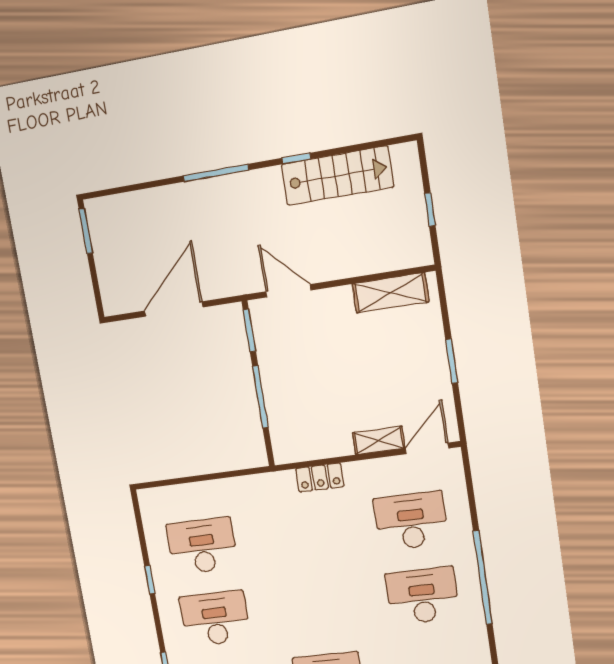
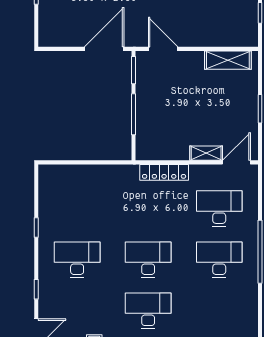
door: (174, 309) -> (104, 49), moved
locker: (320, 478) -> (164, 172), width x1.53
desk: (202, 546) -> (148, 260), moved

